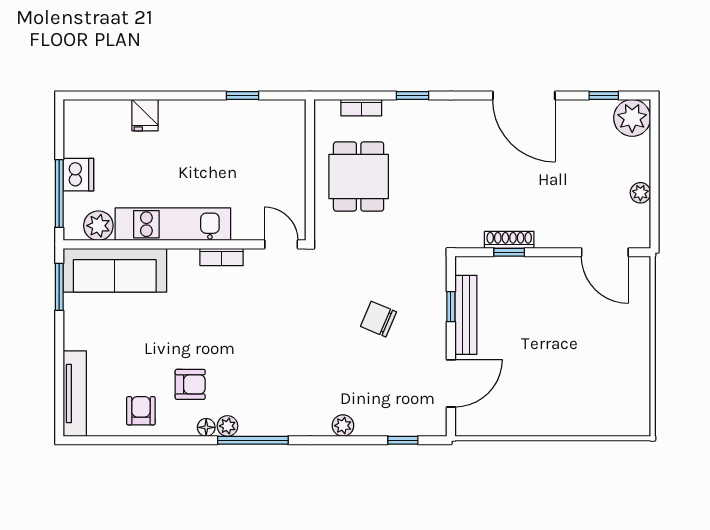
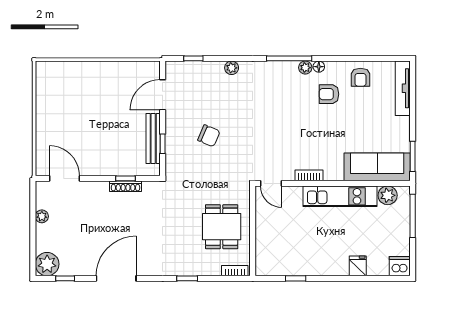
door: (524, 96) -> (116, 278), hinge flipped
bookcase: (361, 108) -> (235, 271), moved
dishwasher: (78, 175) -> (400, 266), moved, turned 90

